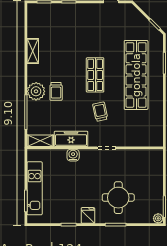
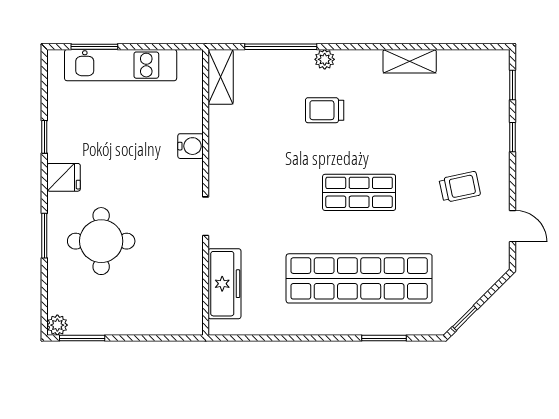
plant: (36, 91) -> (325, 59), width x0.53, depth x0.53
trolley: (100, 112) -> (460, 187), moved
freezer: (71, 139) -> (225, 284), moved

